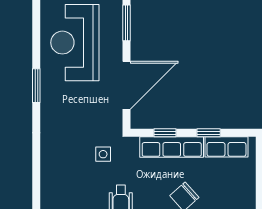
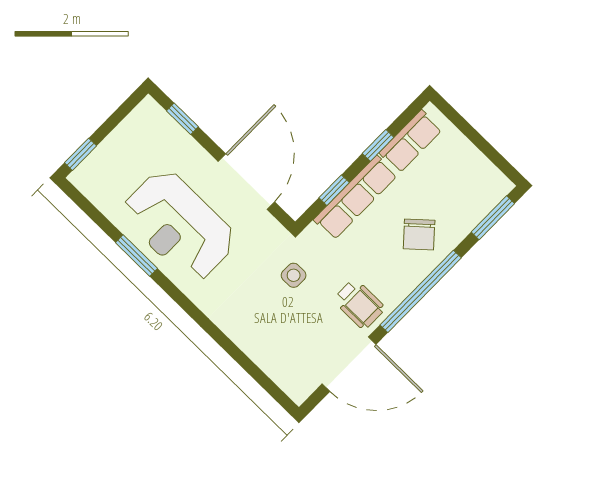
window: (127, 23) -> (182, 119), width x0.67
reception desk: (75, 43) -> (179, 226), moved
window: (36, 86) -> (136, 256), moved

